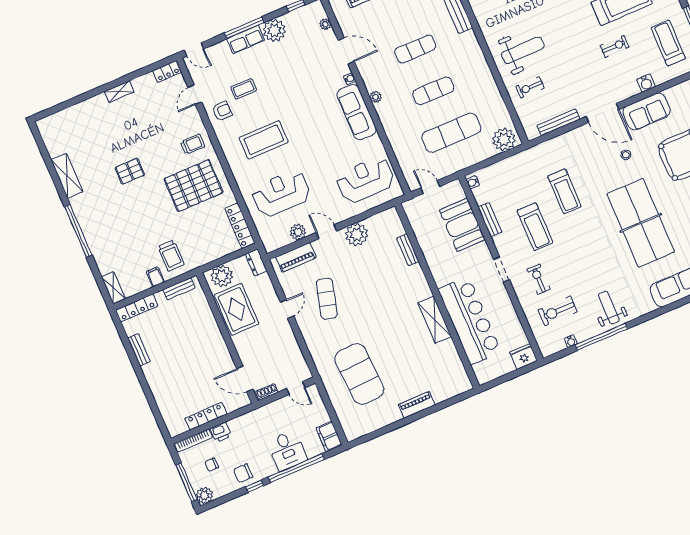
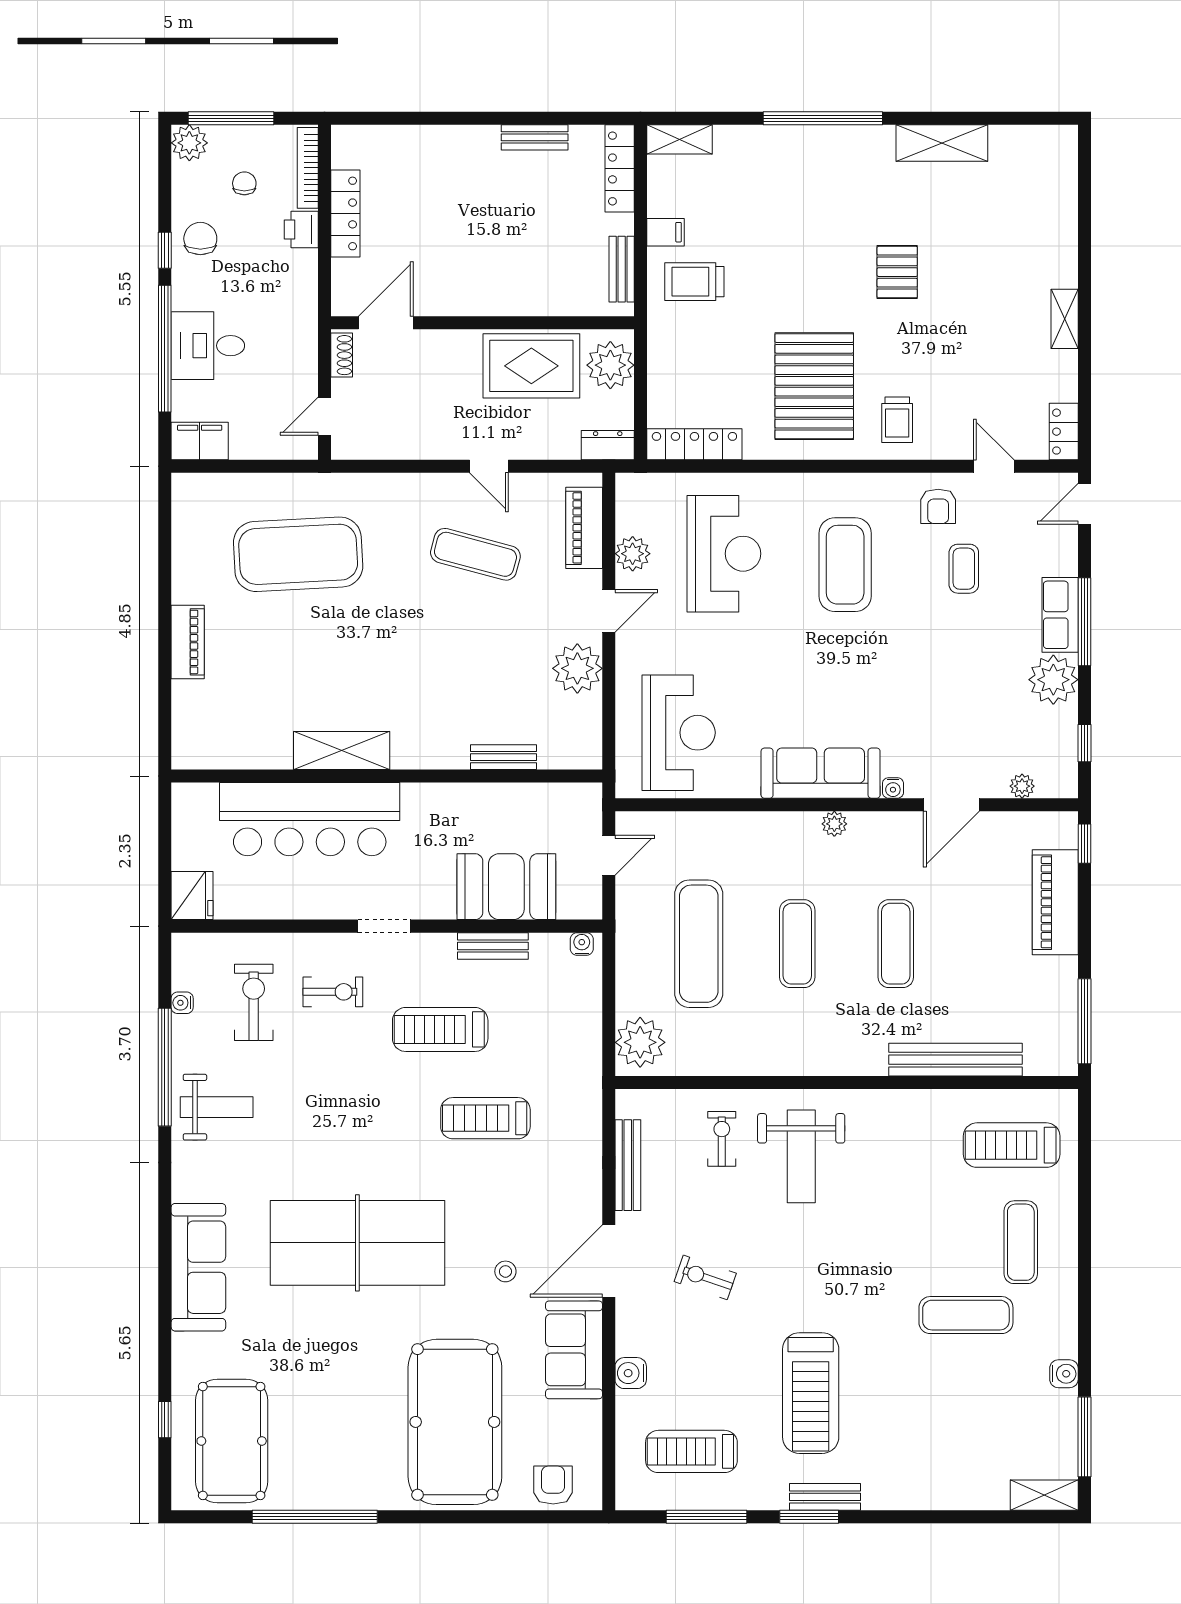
treadmill: (668, 43) -> (691, 1451), turned 180
exercise bike: (615, 46) -> (705, 1277), moved, turned 109

